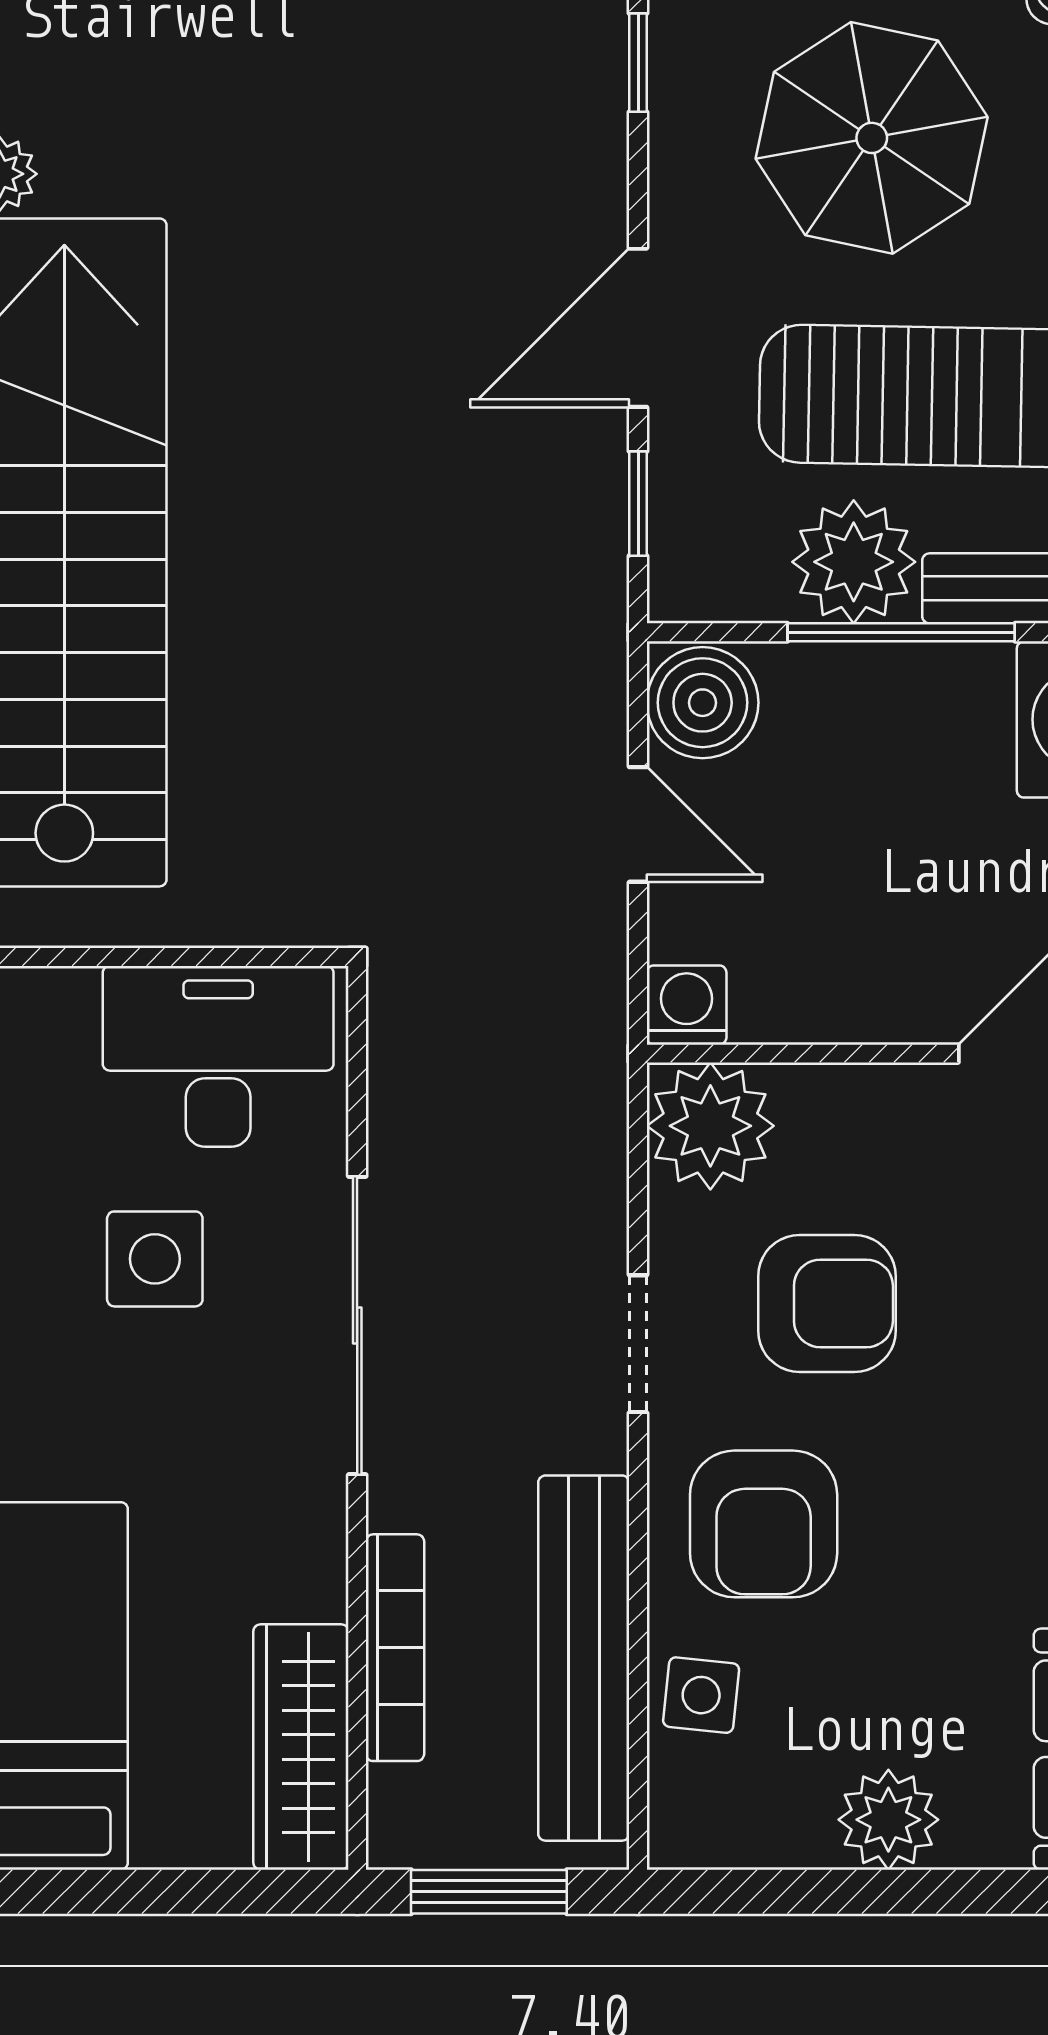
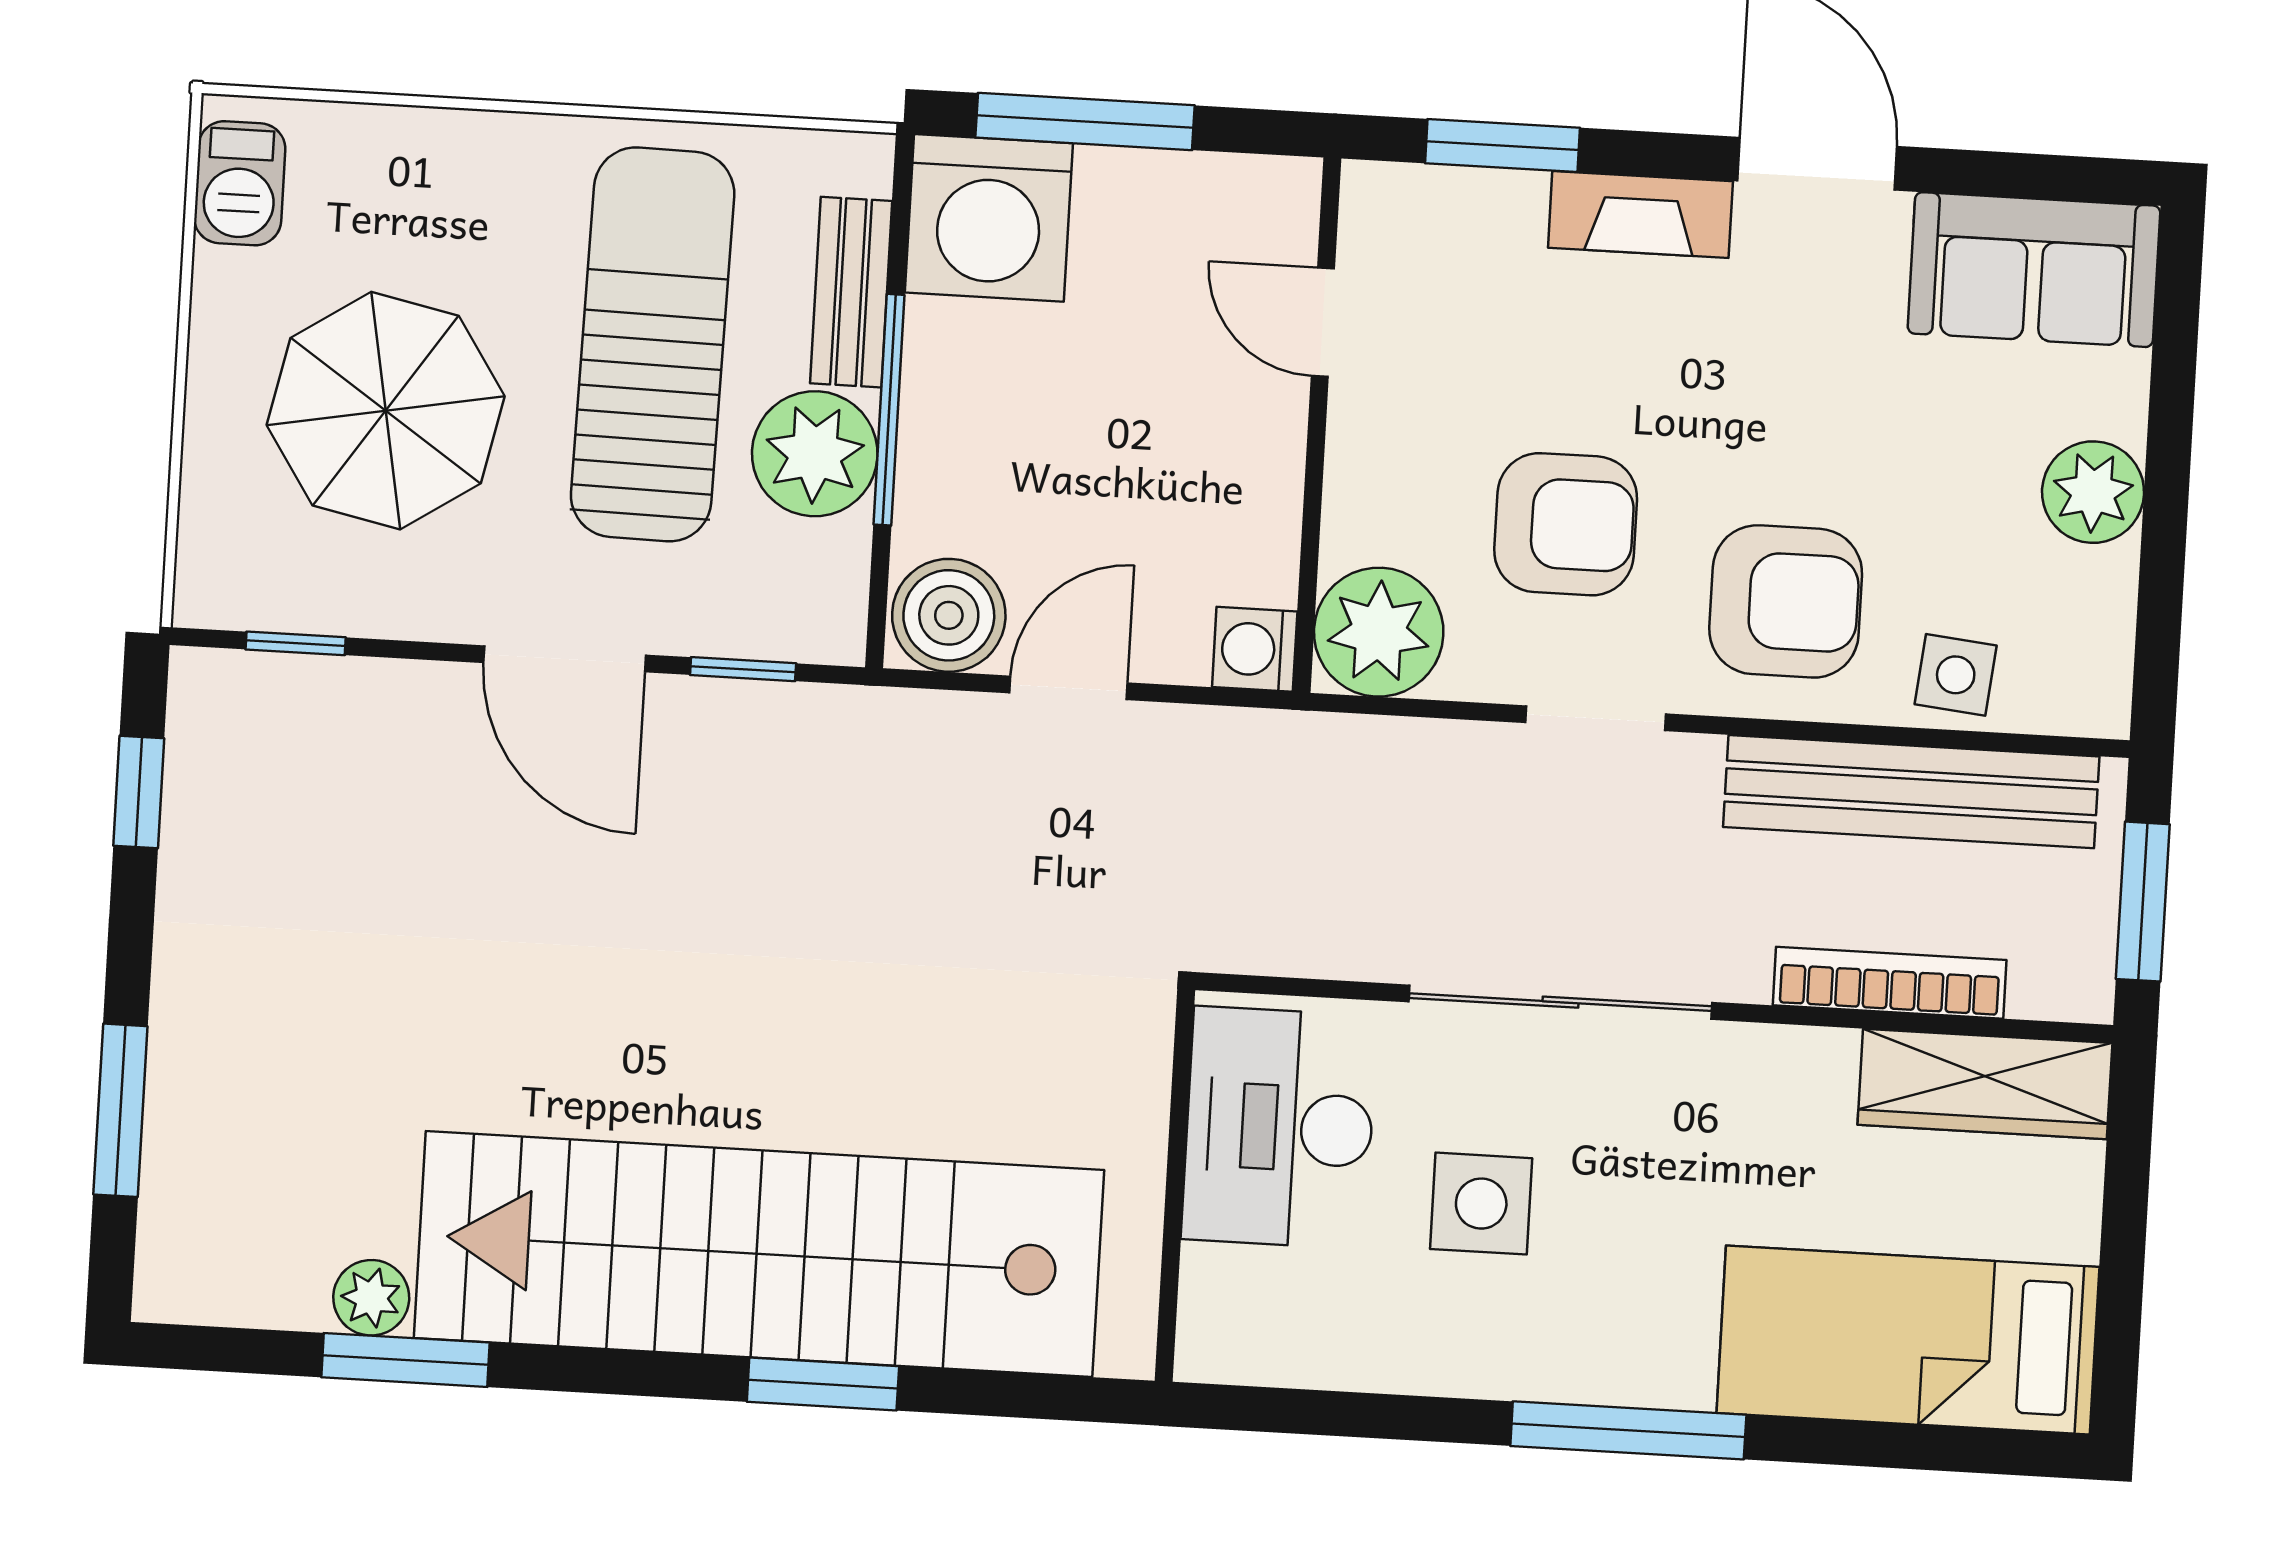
armchair: (827, 1303) -> (1566, 524), turned 90

